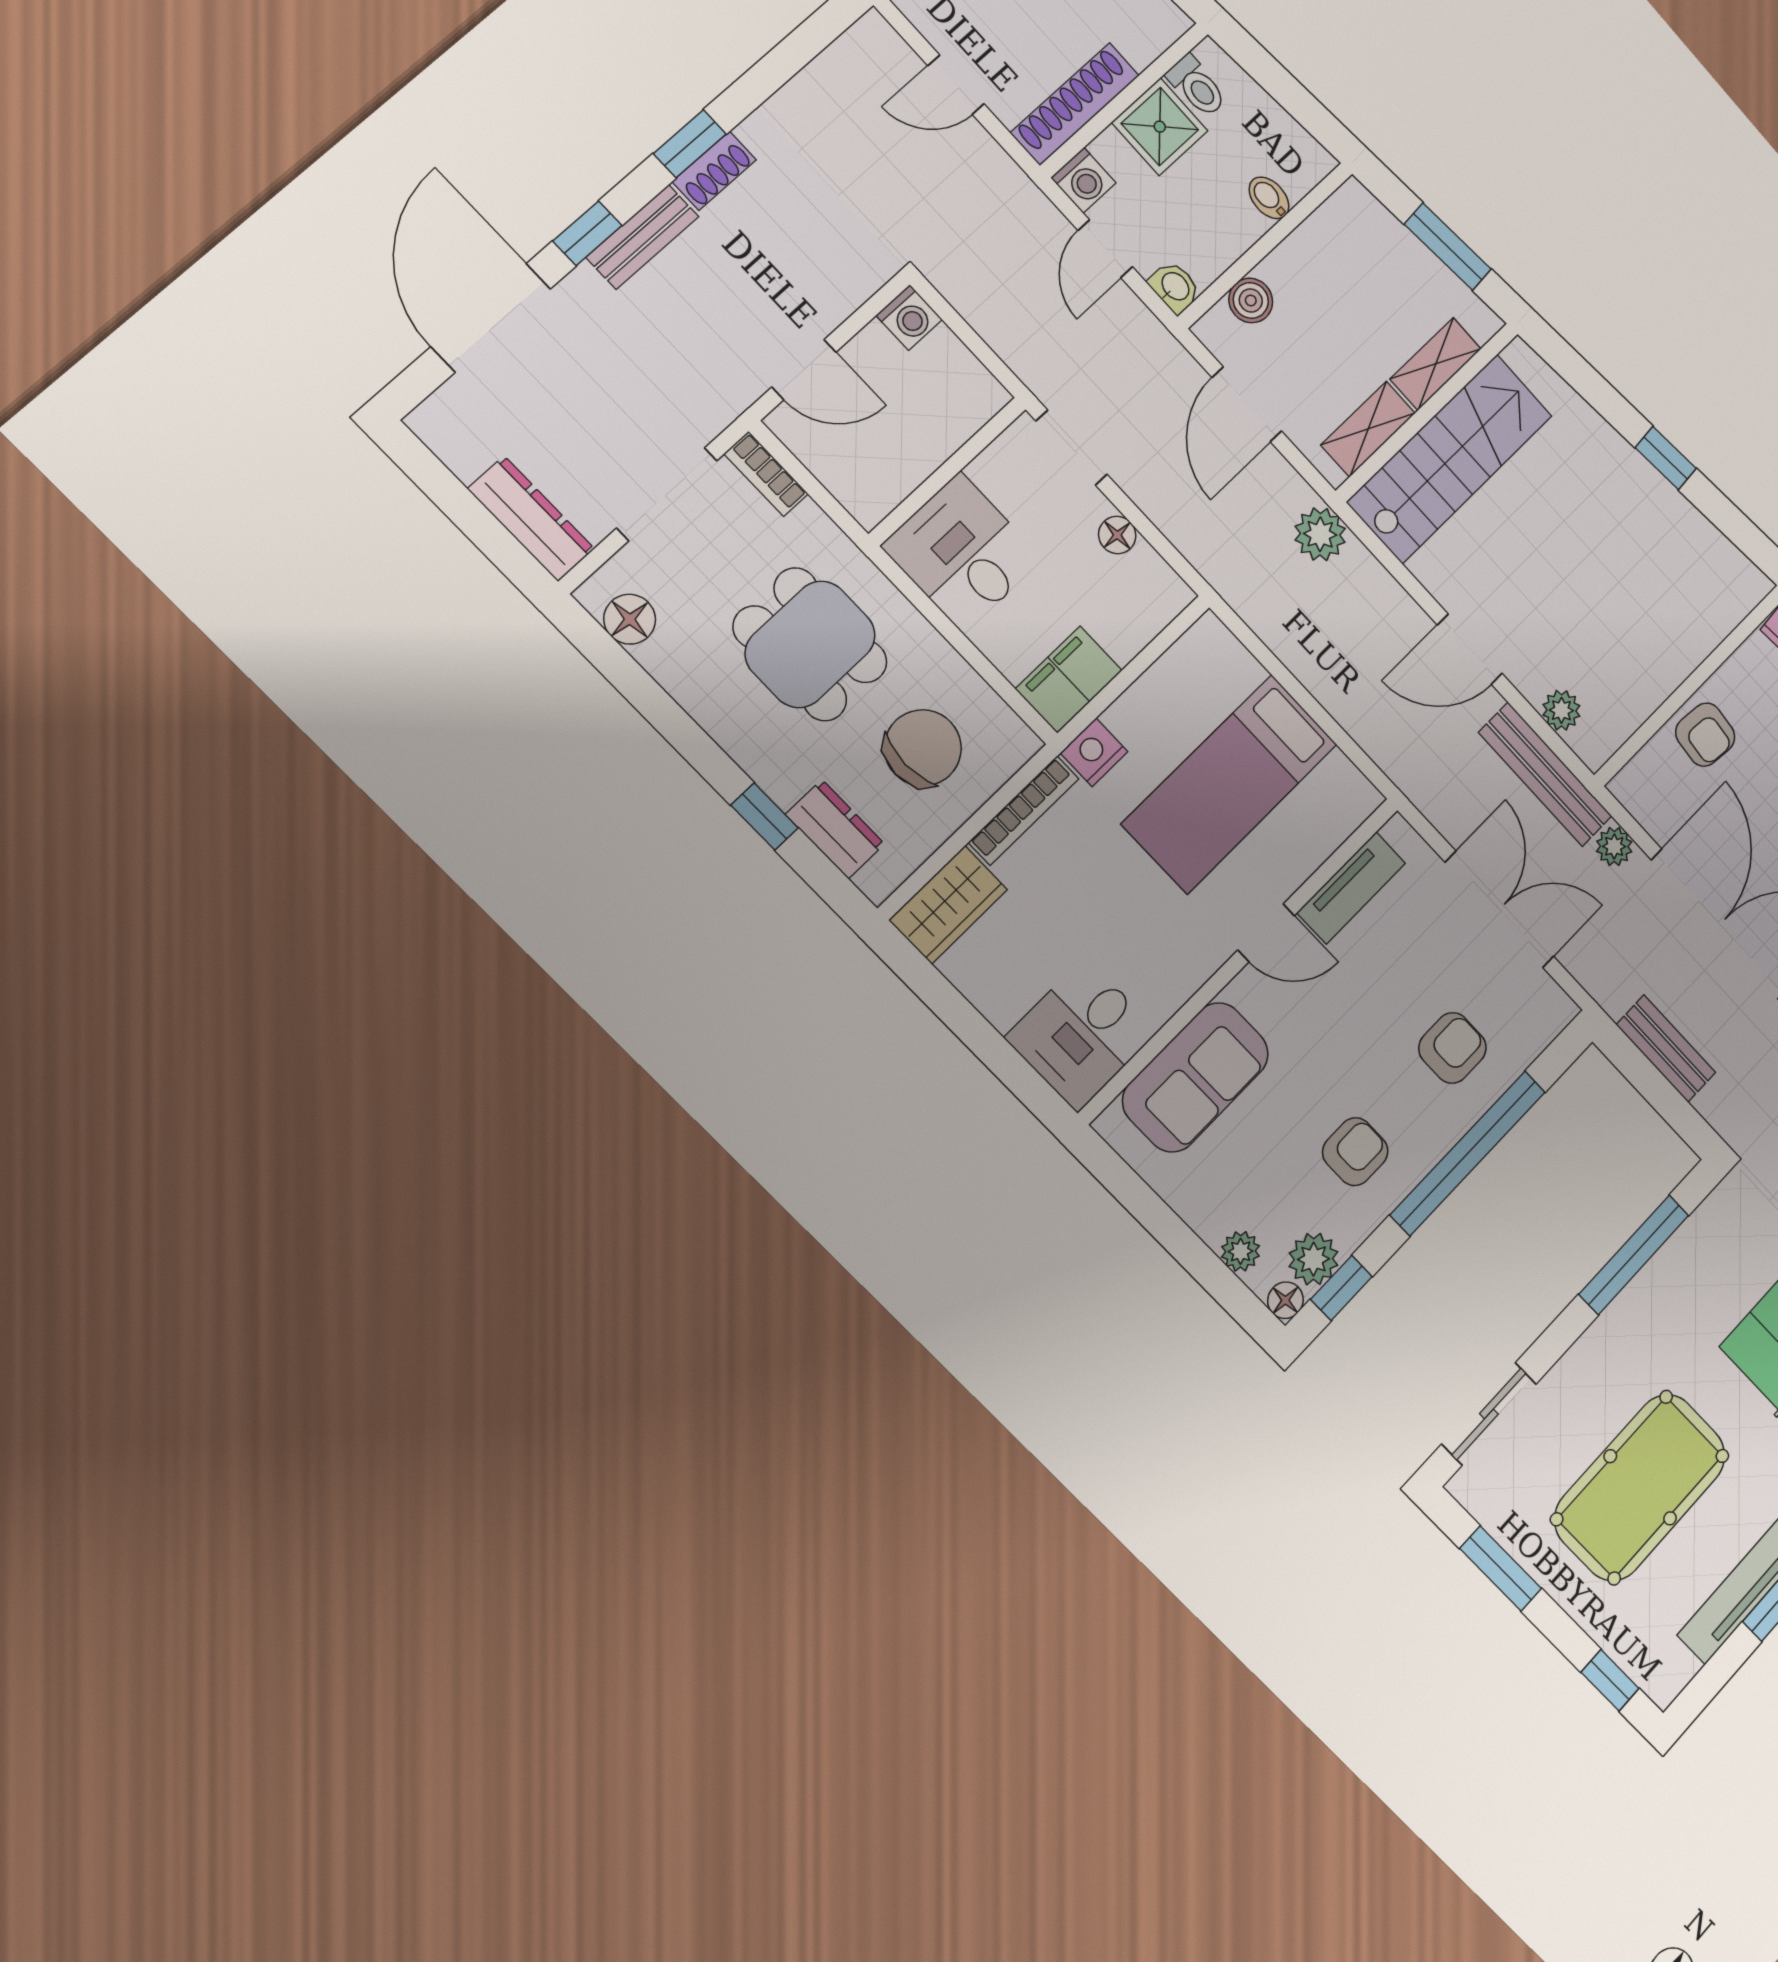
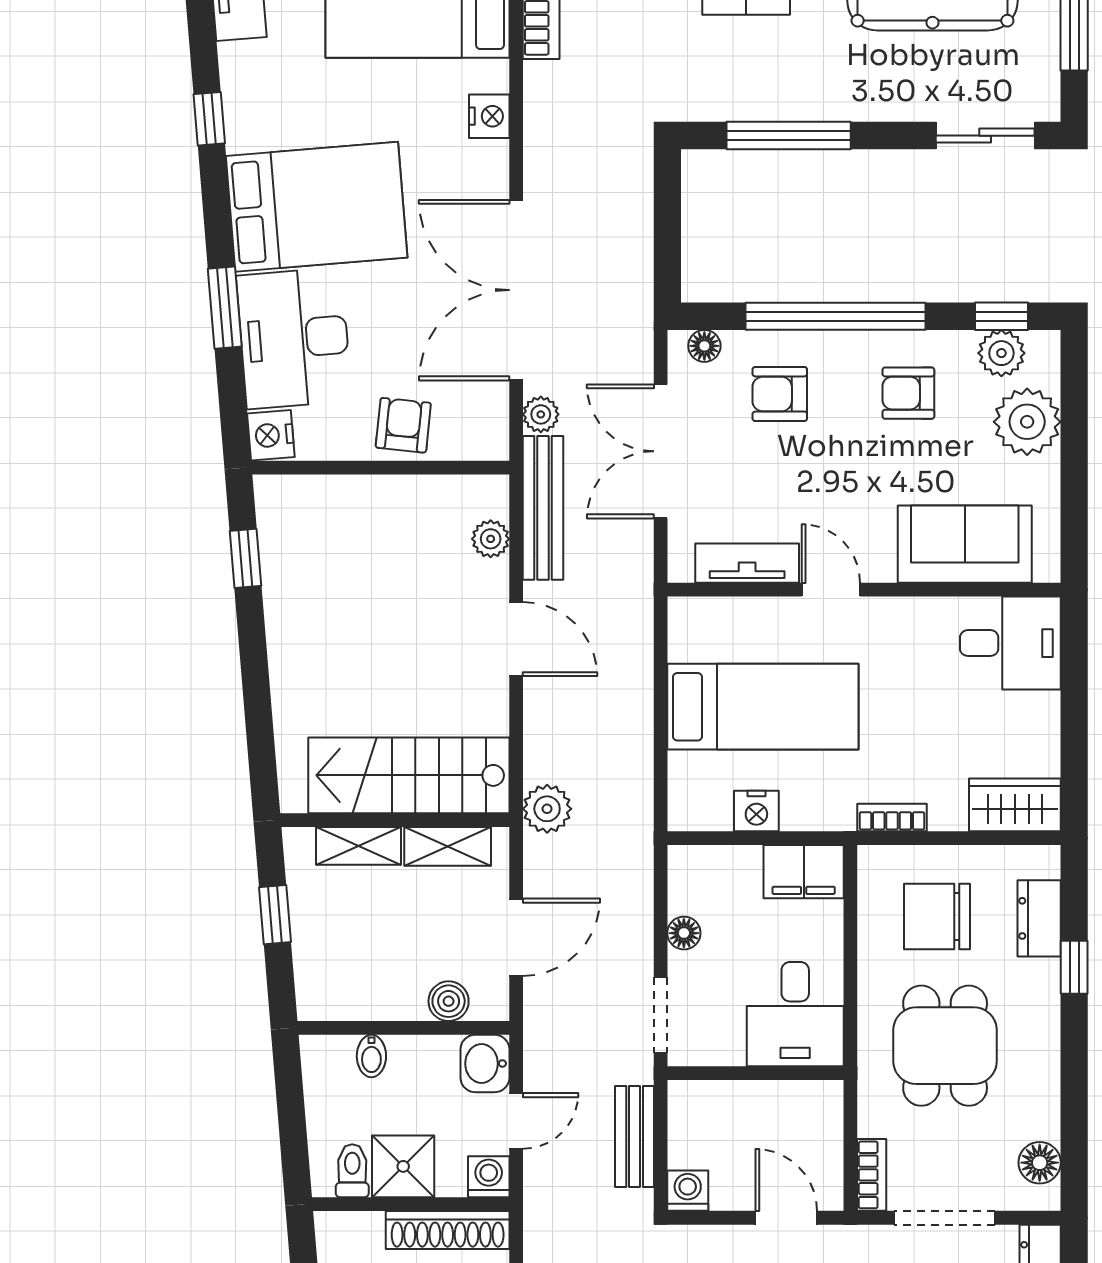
window: (1448, 247) -> (275, 915), width x0.67
washbasin: (1175, 287) -> (485, 1064), width x1.38, depth x1.45
window: (1666, 458) -> (246, 558), moved
nightstand: (1094, 752) -> (756, 811), moved
bookcase: (1024, 810) -> (892, 818), width x0.64
bench: (1666, 1049) -> (635, 1136), moved
plant: (1241, 1251) -> (1027, 422), width x1.88, depth x1.88
floor lamp: (1285, 1300) -> (704, 346), moved

